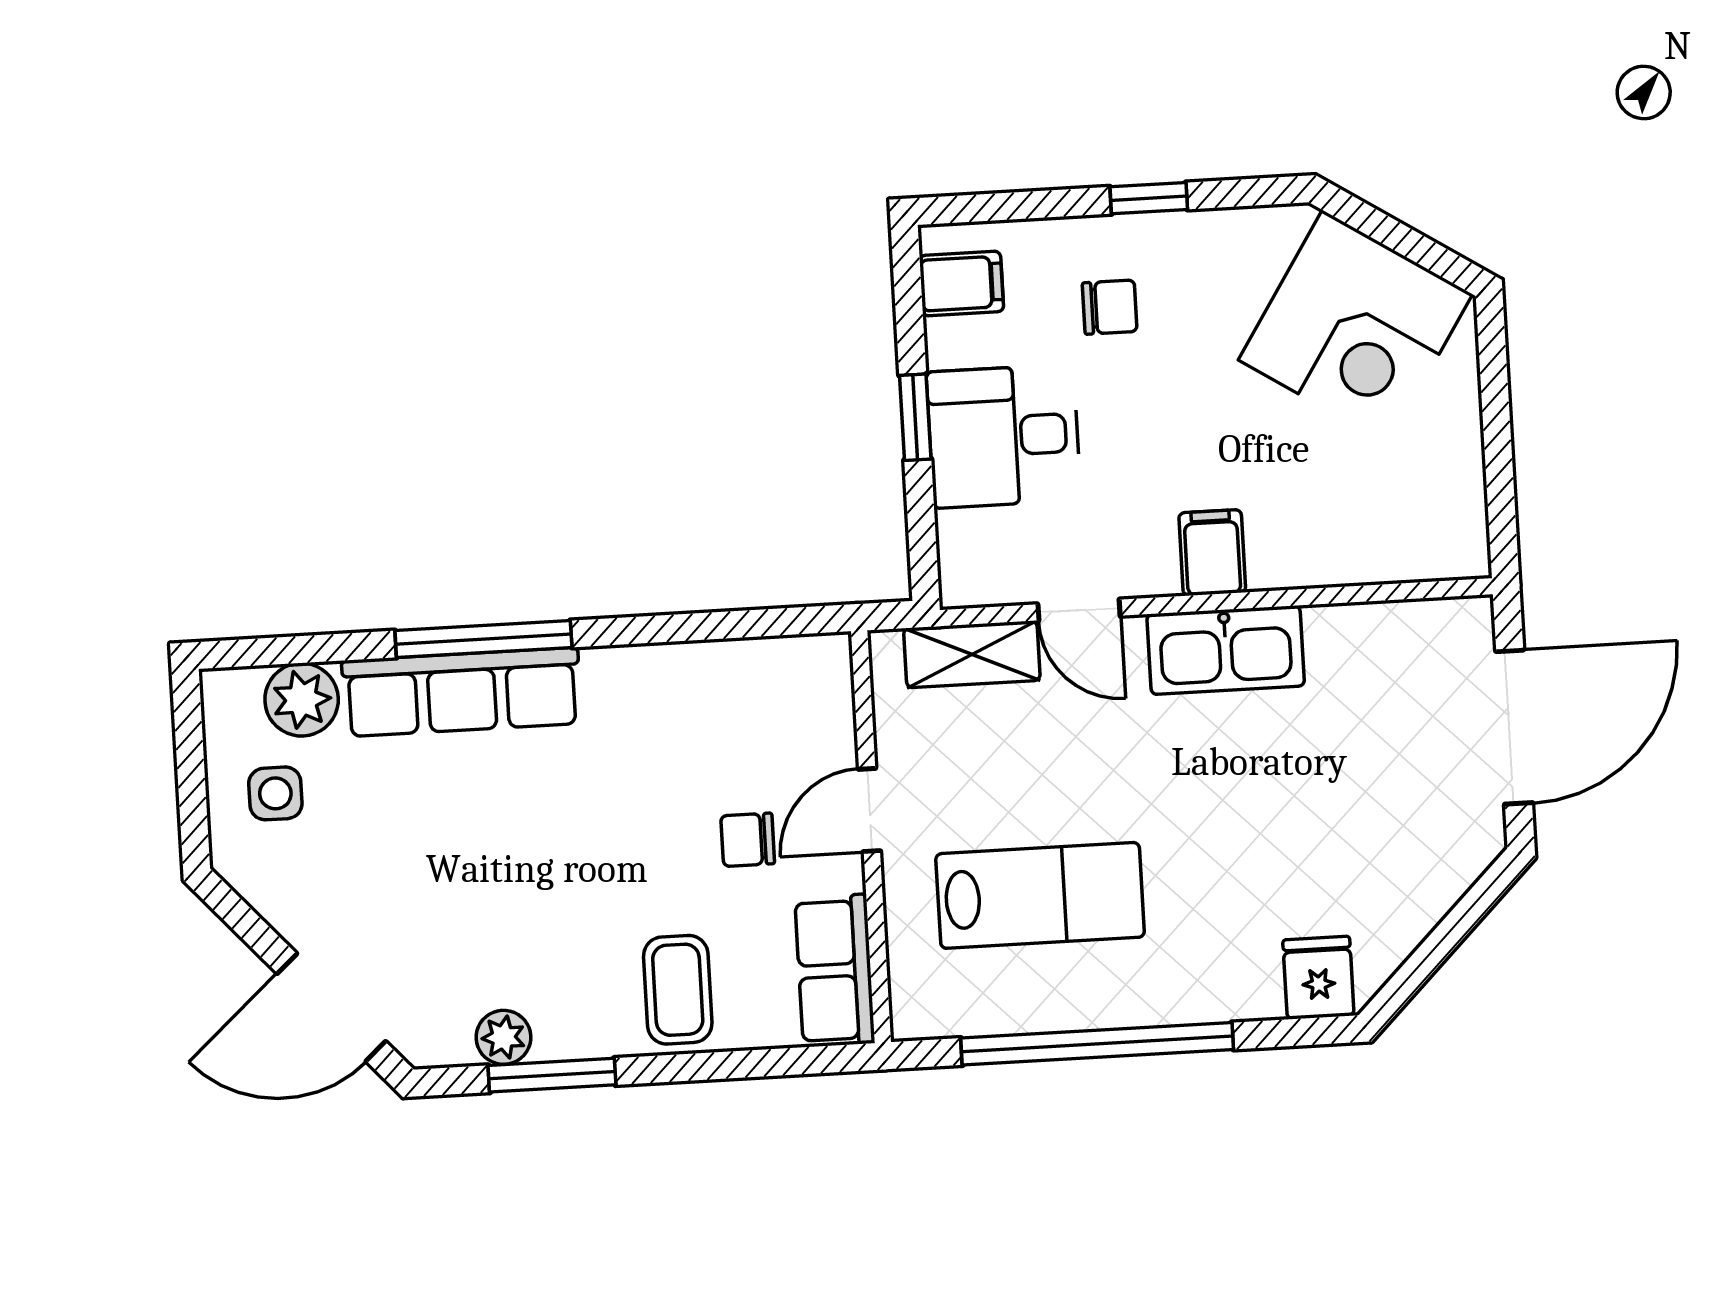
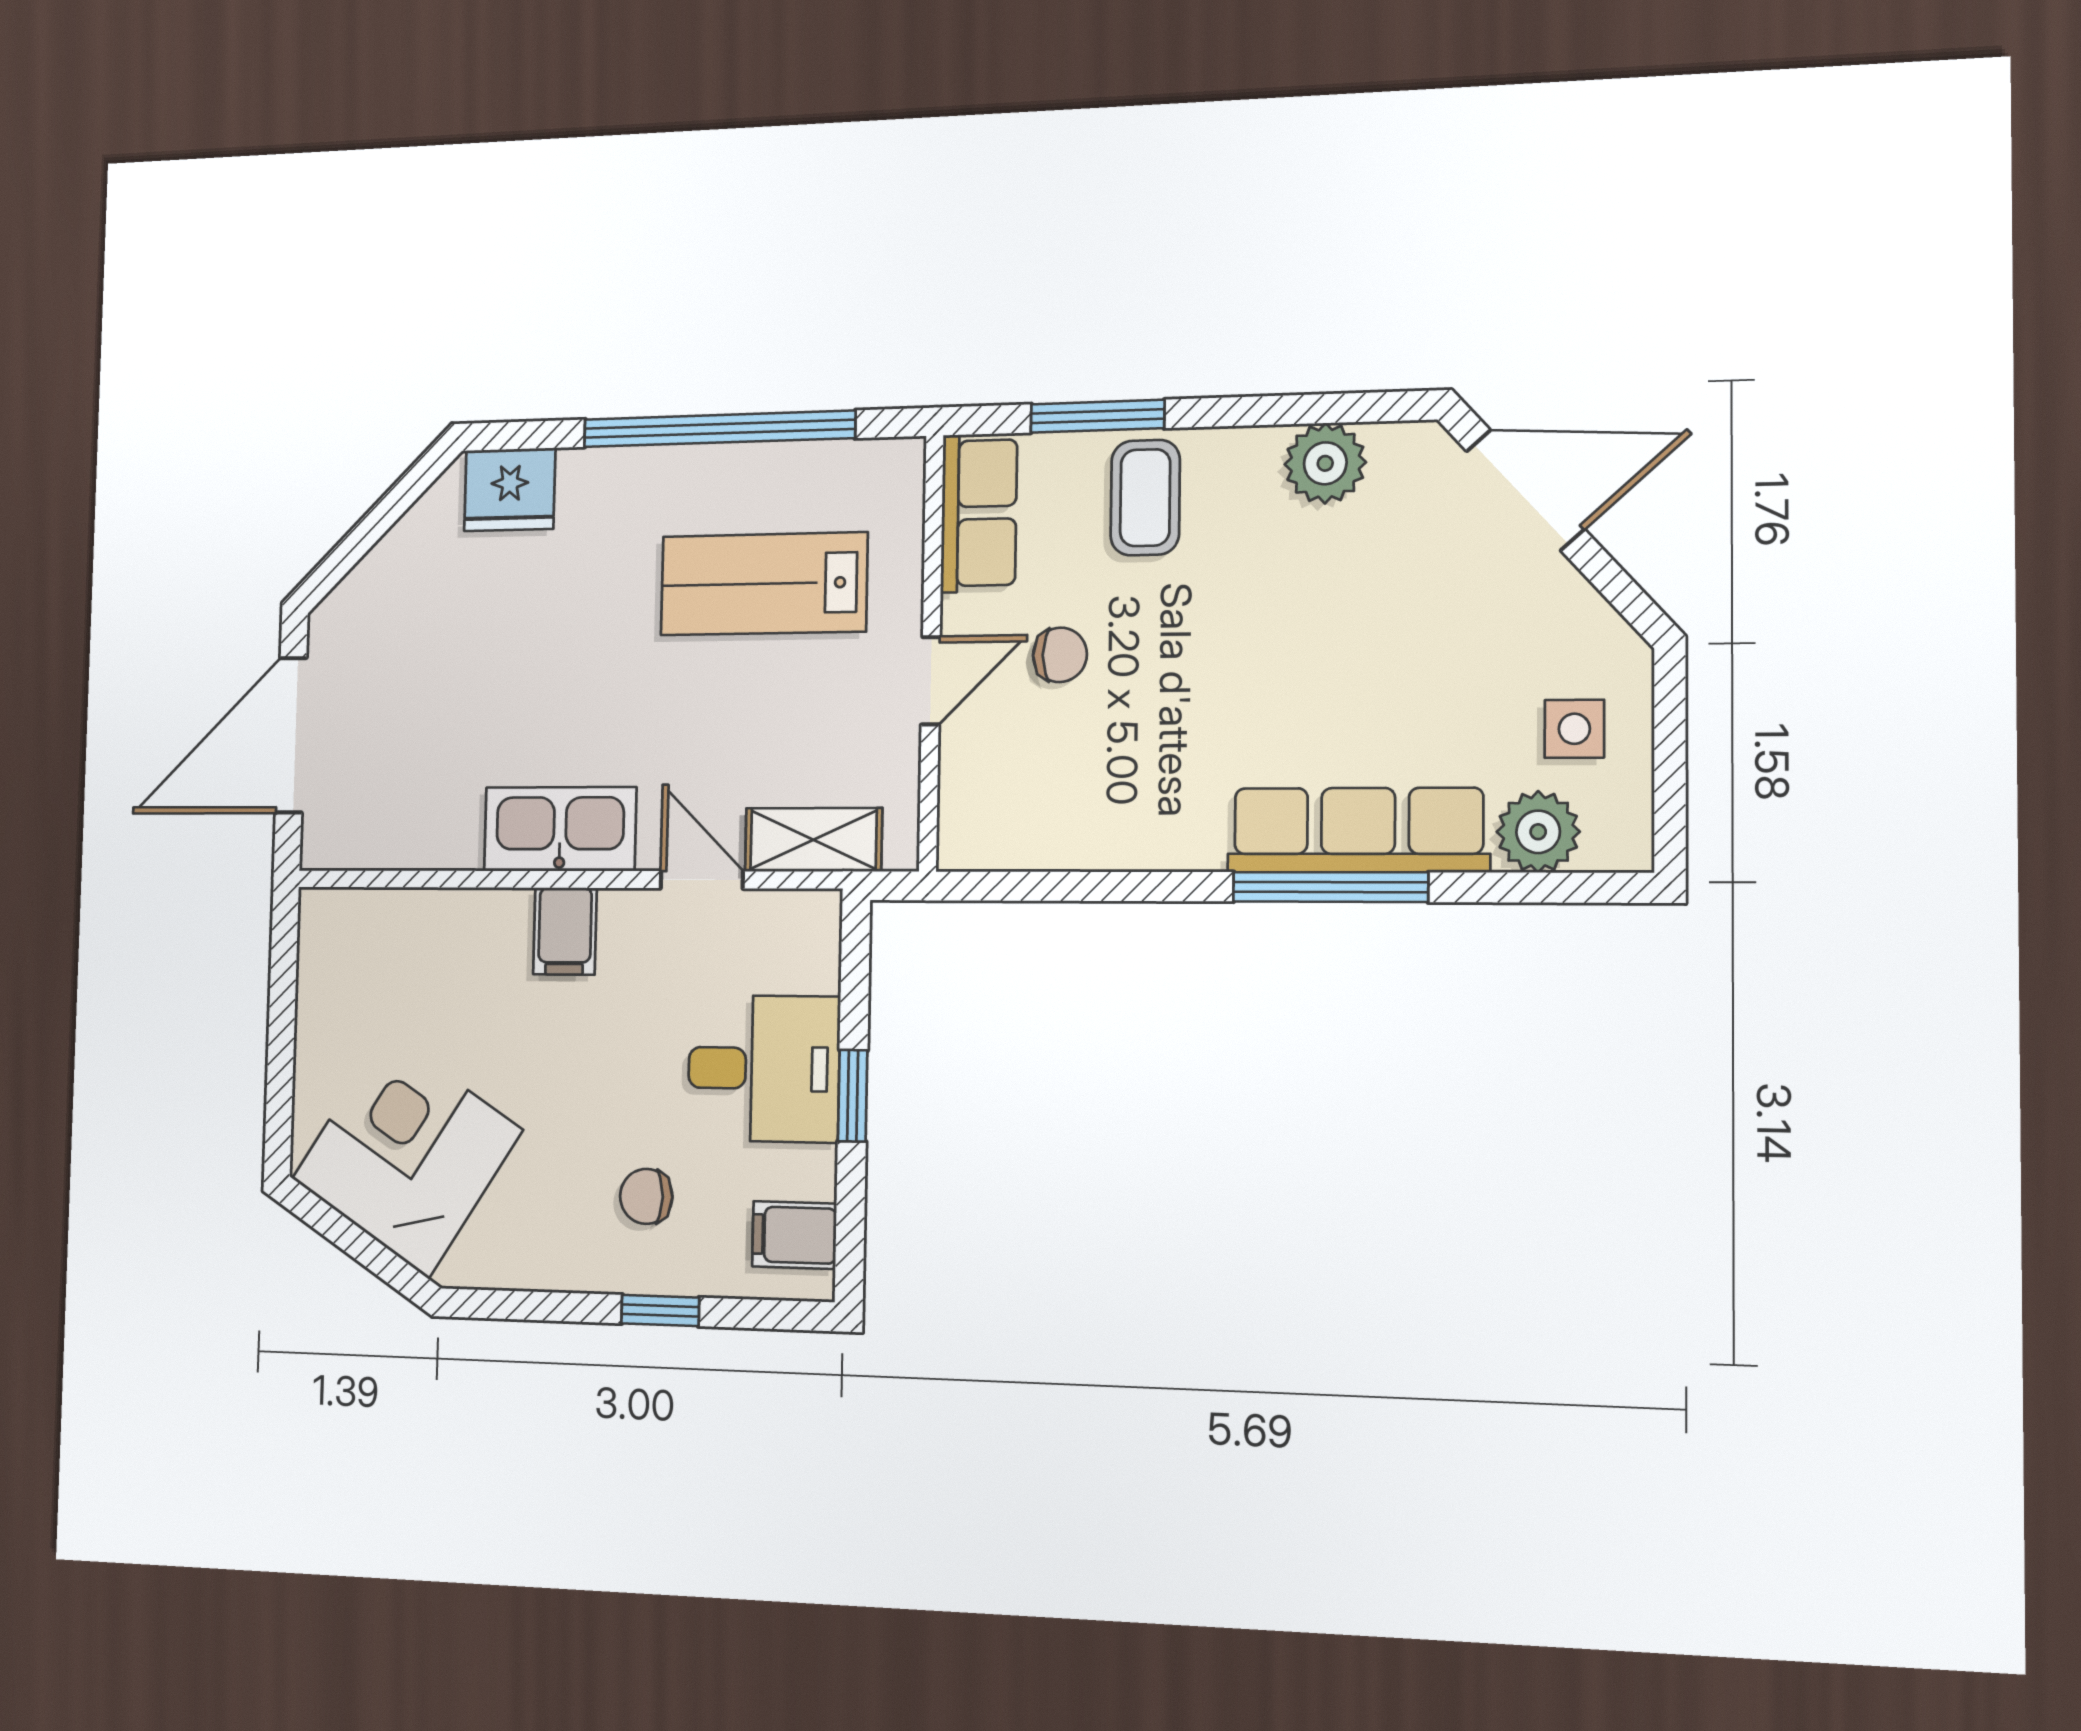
window: (1149, 198) -> (660, 1310), moved
fridge: (1318, 978) -> (510, 489), width x1.38
plant: (504, 1037) -> (1325, 463), width x1.38, depth x1.38
window: (552, 1075) -> (1097, 416), moved

